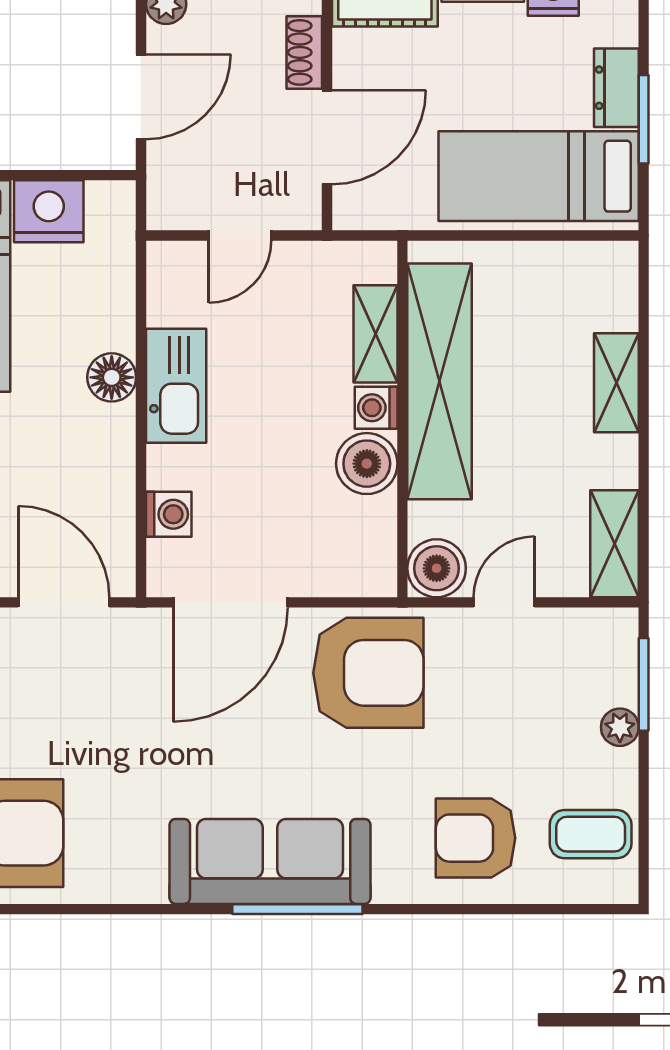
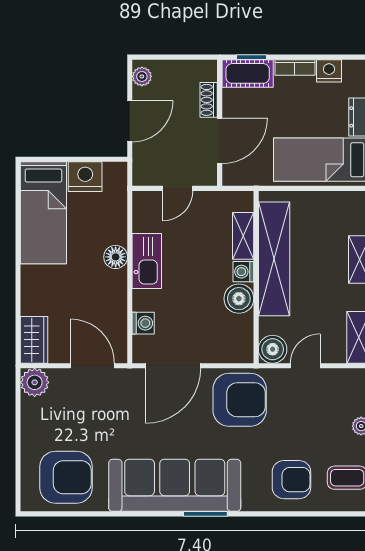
armchair: (476, 838) -> (291, 480), turned 180
sofa: (270, 861) -> (175, 485), width x1.36, depth x1.27
window: (297, 909) -> (205, 514), width x0.69

